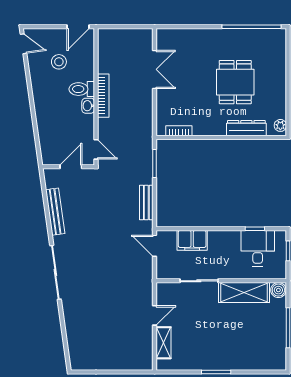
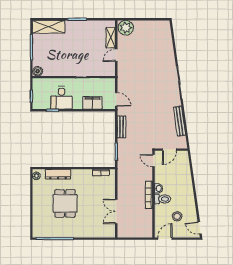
desk: (258, 248) -> (62, 98), moved
shelving: (244, 293) -> (49, 27), moved
plant: (140, 359) -> (126, 28), added

